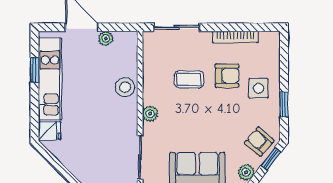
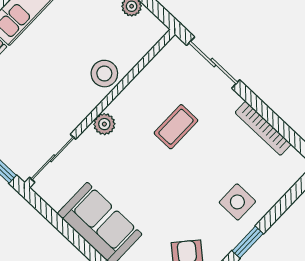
armchair: (227, 76) -> (218, 159), removed
coffee table: (189, 79) -> (176, 127), turned 90

